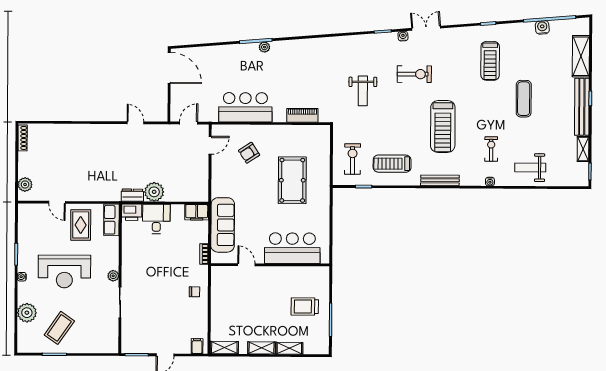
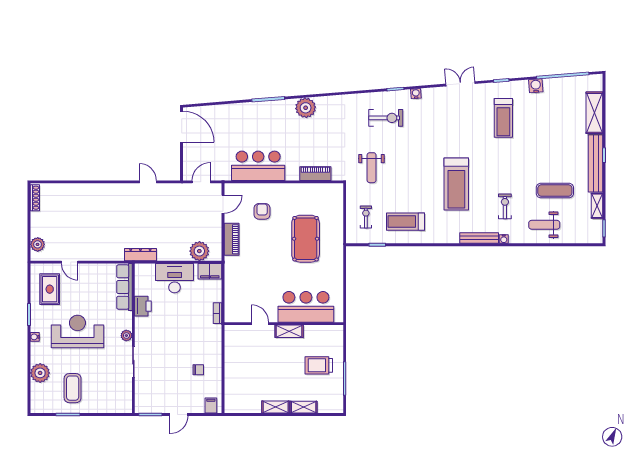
water cooler: (542, 27) -> (536, 86), moved
double door: (426, 28) -> (460, 84), moved
plant: (264, 47) -> (306, 108), moved, width x1.87, depth x1.87
exercise bike: (414, 74) -> (386, 118), moved
weight bench: (363, 91) -> (372, 168), moved
exercise mat: (524, 99) -> (555, 191), moved, turned 90
armchair: (249, 153) -> (262, 211), turned 123
exercise bike: (353, 159) -> (366, 217), width x0.73, depth x0.72
piano: (218, 180) -> (232, 239), added
bench: (440, 180) -> (479, 238), moved
plant: (154, 192) -> (199, 251), moved
dresser: (132, 195) -> (140, 255), width x1.44
printer: (132, 212) -> (143, 306), moved, turned -90
desk: (156, 219) -> (175, 278), width x1.37
row of seats: (111, 220) -> (124, 287), width x1.48
rug: (81, 225) -> (50, 289), moved
sofa: (223, 225) -> (236, 284), removed
reception desk: (64, 272) -> (77, 331), turned 180
chair: (194, 292) -> (198, 370), moved
coffee table: (59, 328) -> (73, 388), turned -35
shelving: (224, 348) -> (289, 331), moved

